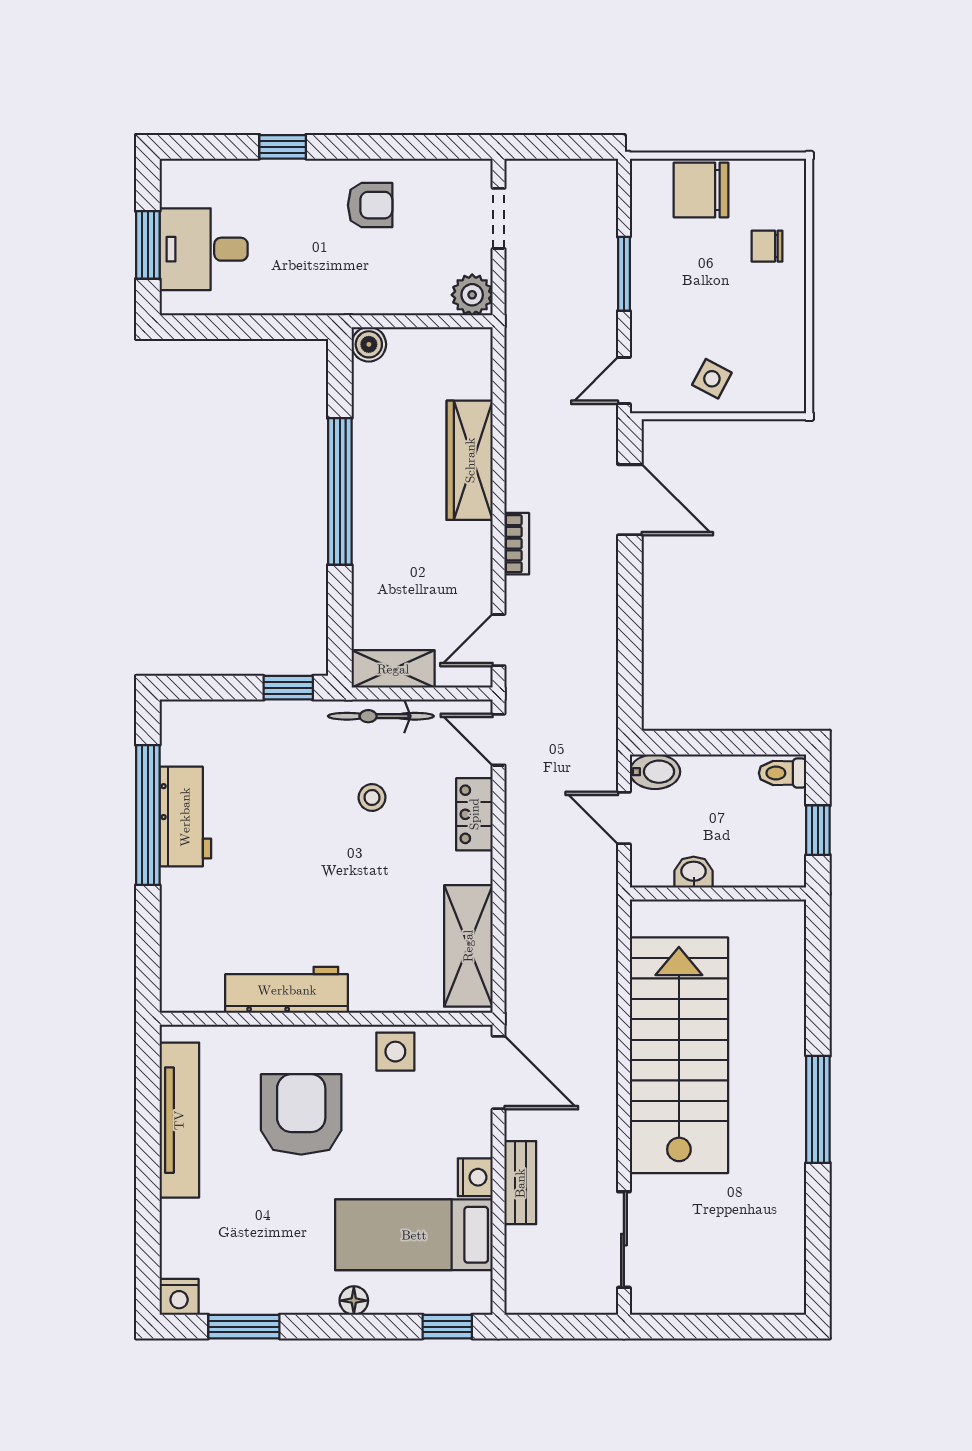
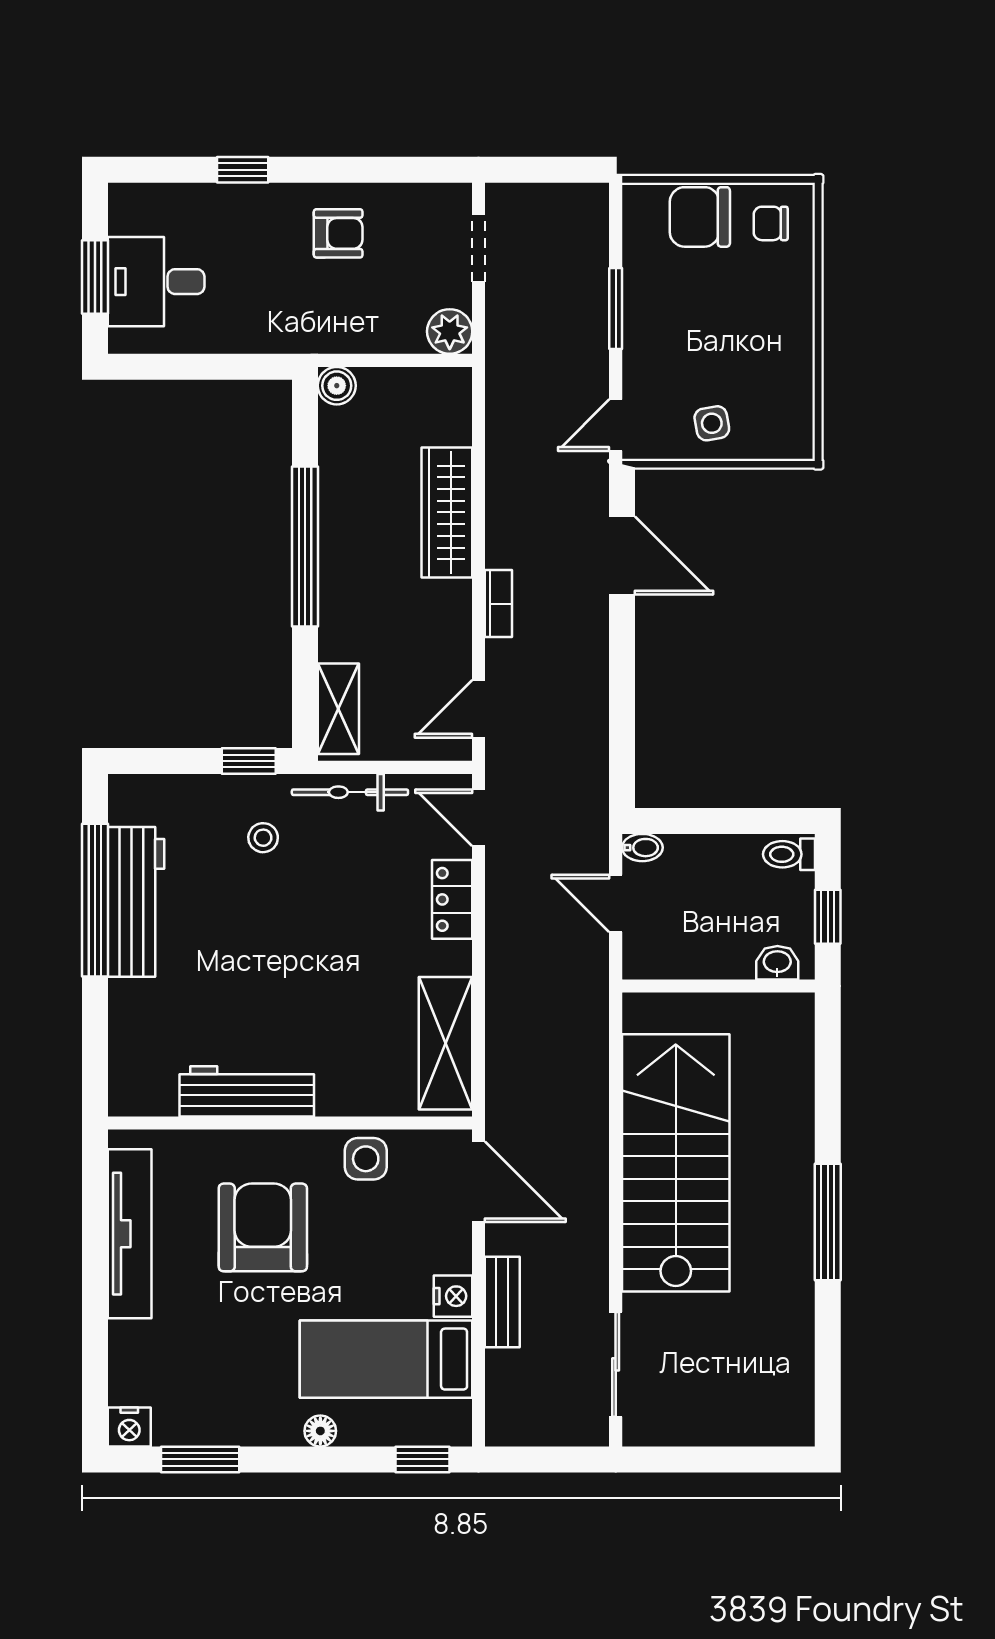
chair: (767, 246) -> (771, 223), moved
side table: (712, 379) -> (712, 423), turned -38
shelving: (393, 669) -> (338, 709), moved, turned 90
bidet: (655, 772) -> (642, 848), width x0.72, depth x0.74
stool: (372, 797) -> (263, 838), moved
workbench: (185, 817) -> (136, 902), width x1.38
washbasin: (694, 872) -> (777, 963), moved

